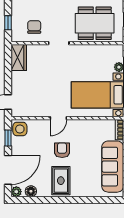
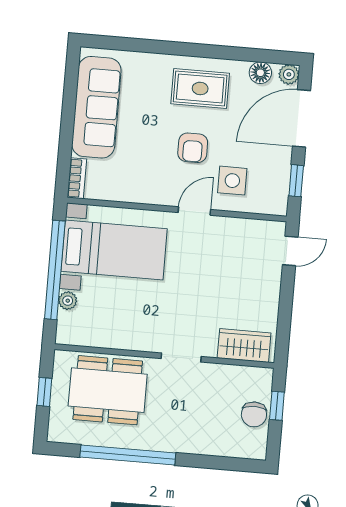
chair: (34, 27) -> (254, 414), moved
wardrobe: (19, 57) -> (244, 345), moved, turned 90
side table: (20, 129) -> (232, 181), moved
rug: (61, 181) -> (200, 88), turned 90

